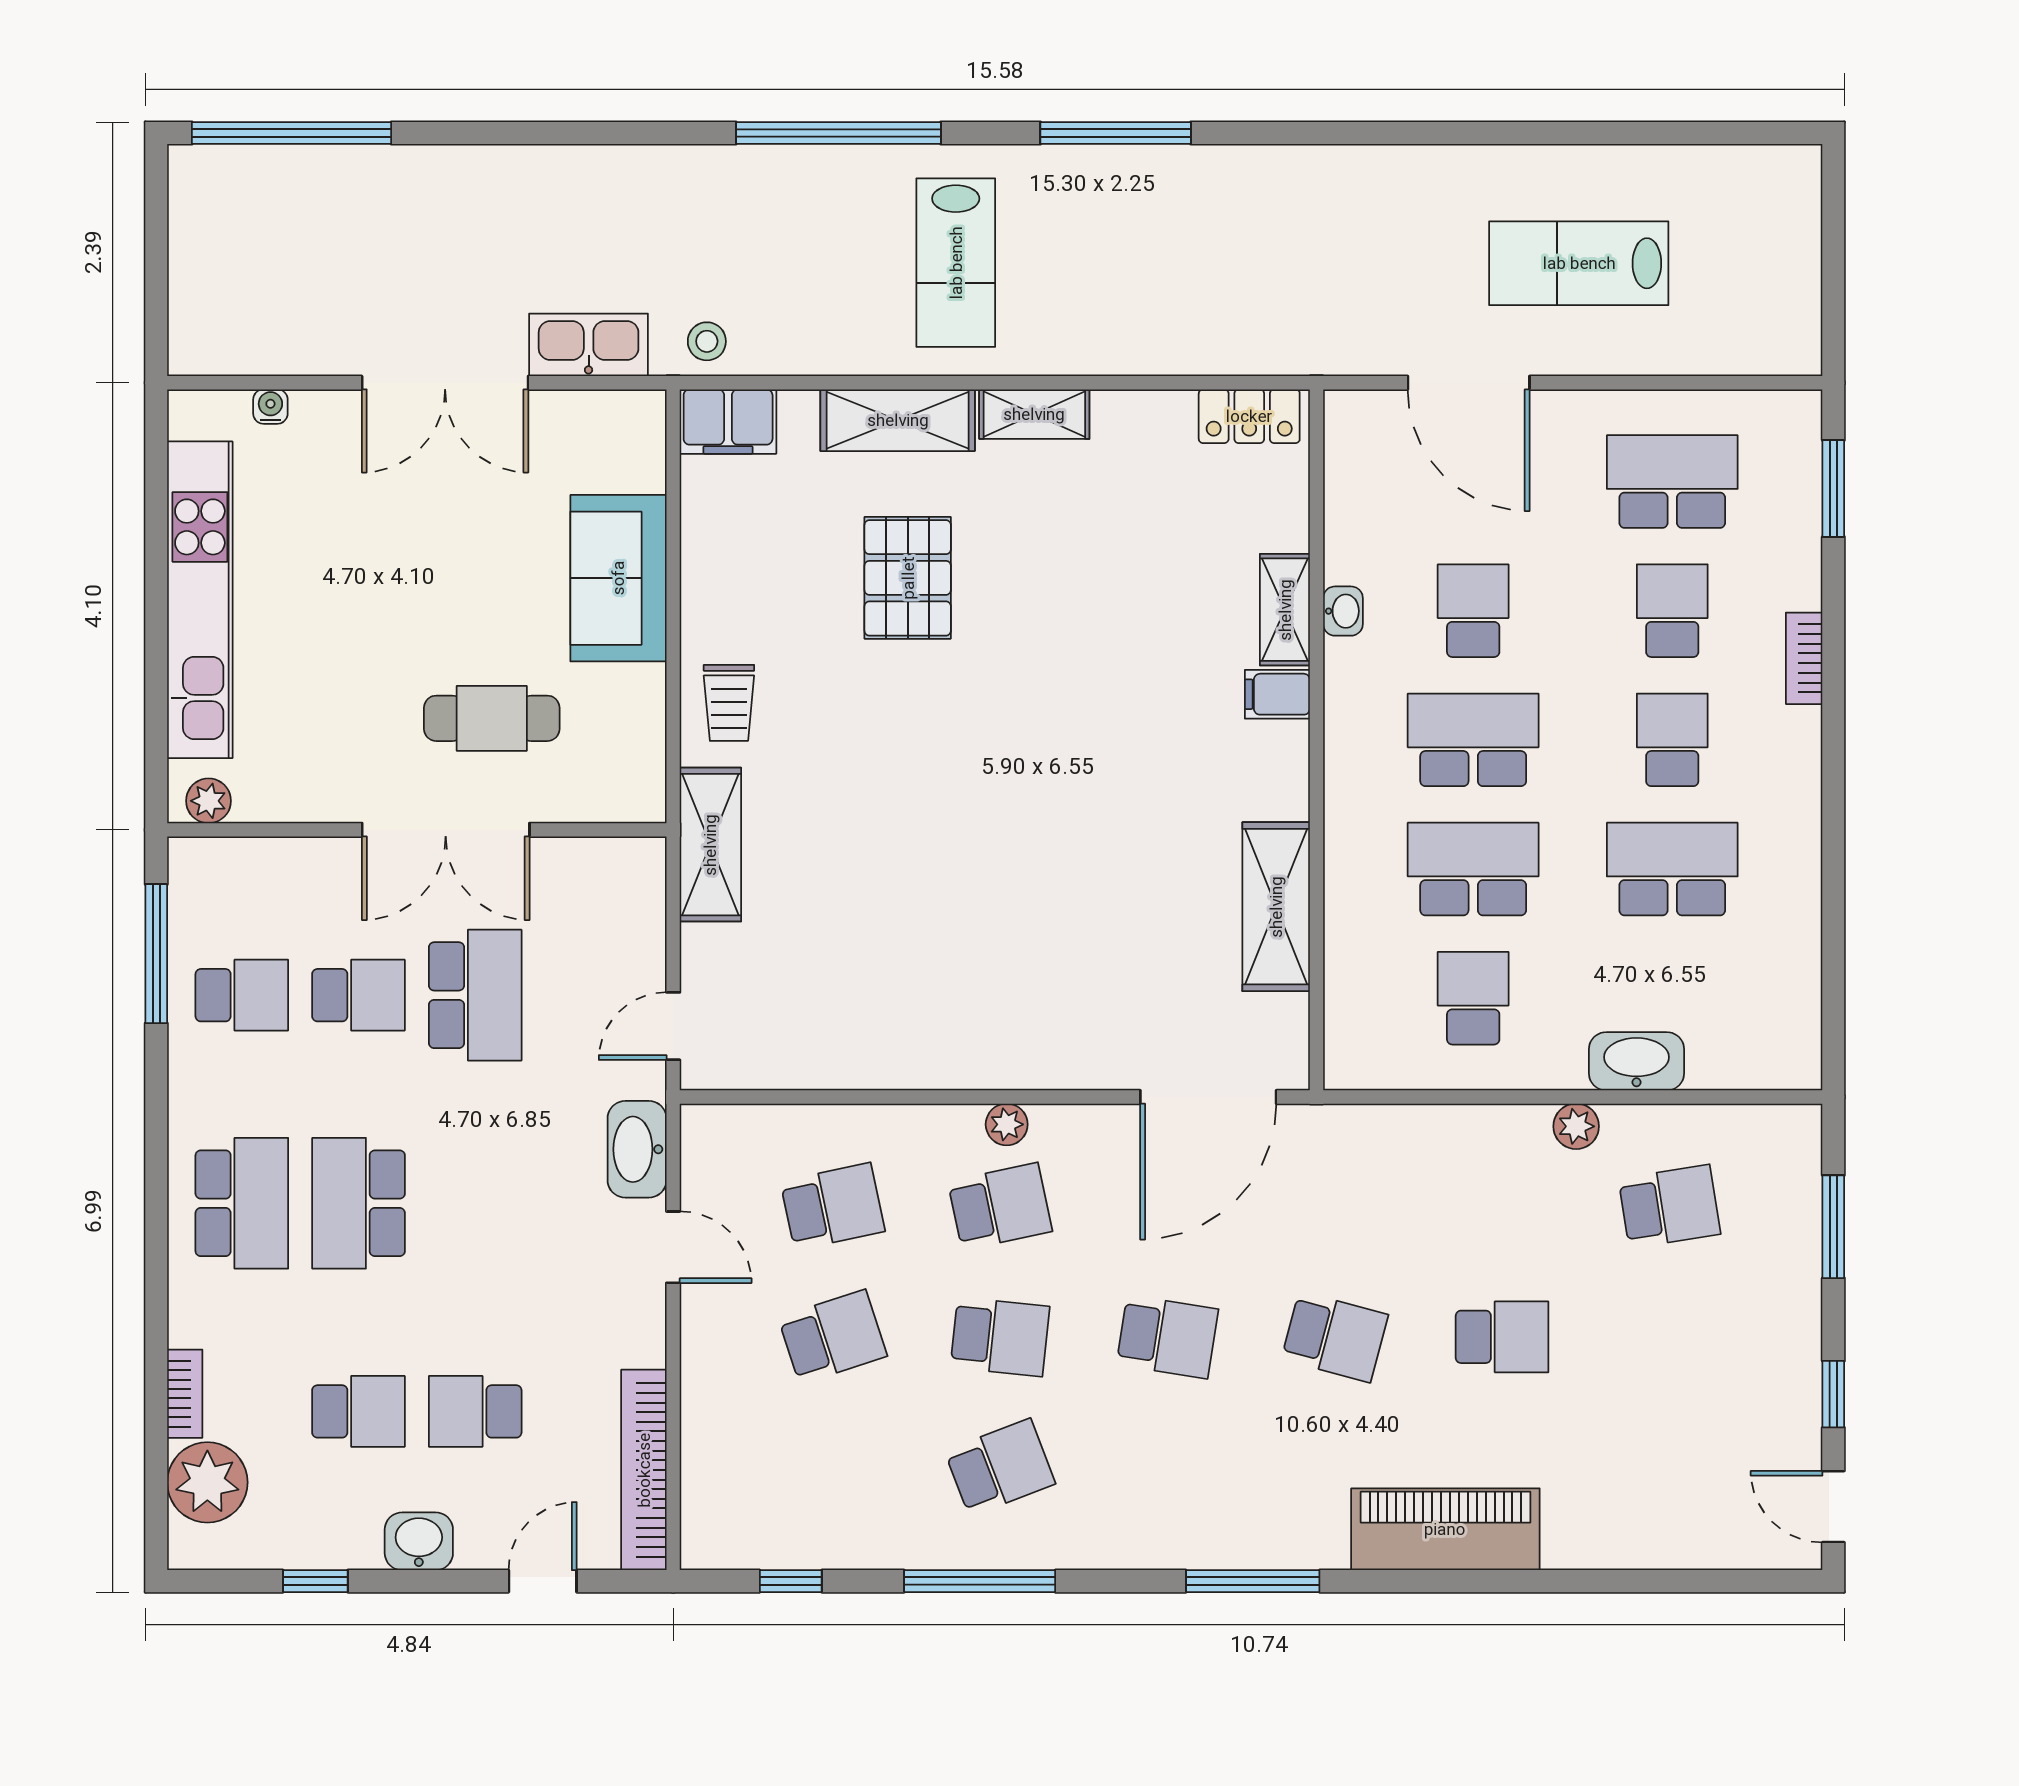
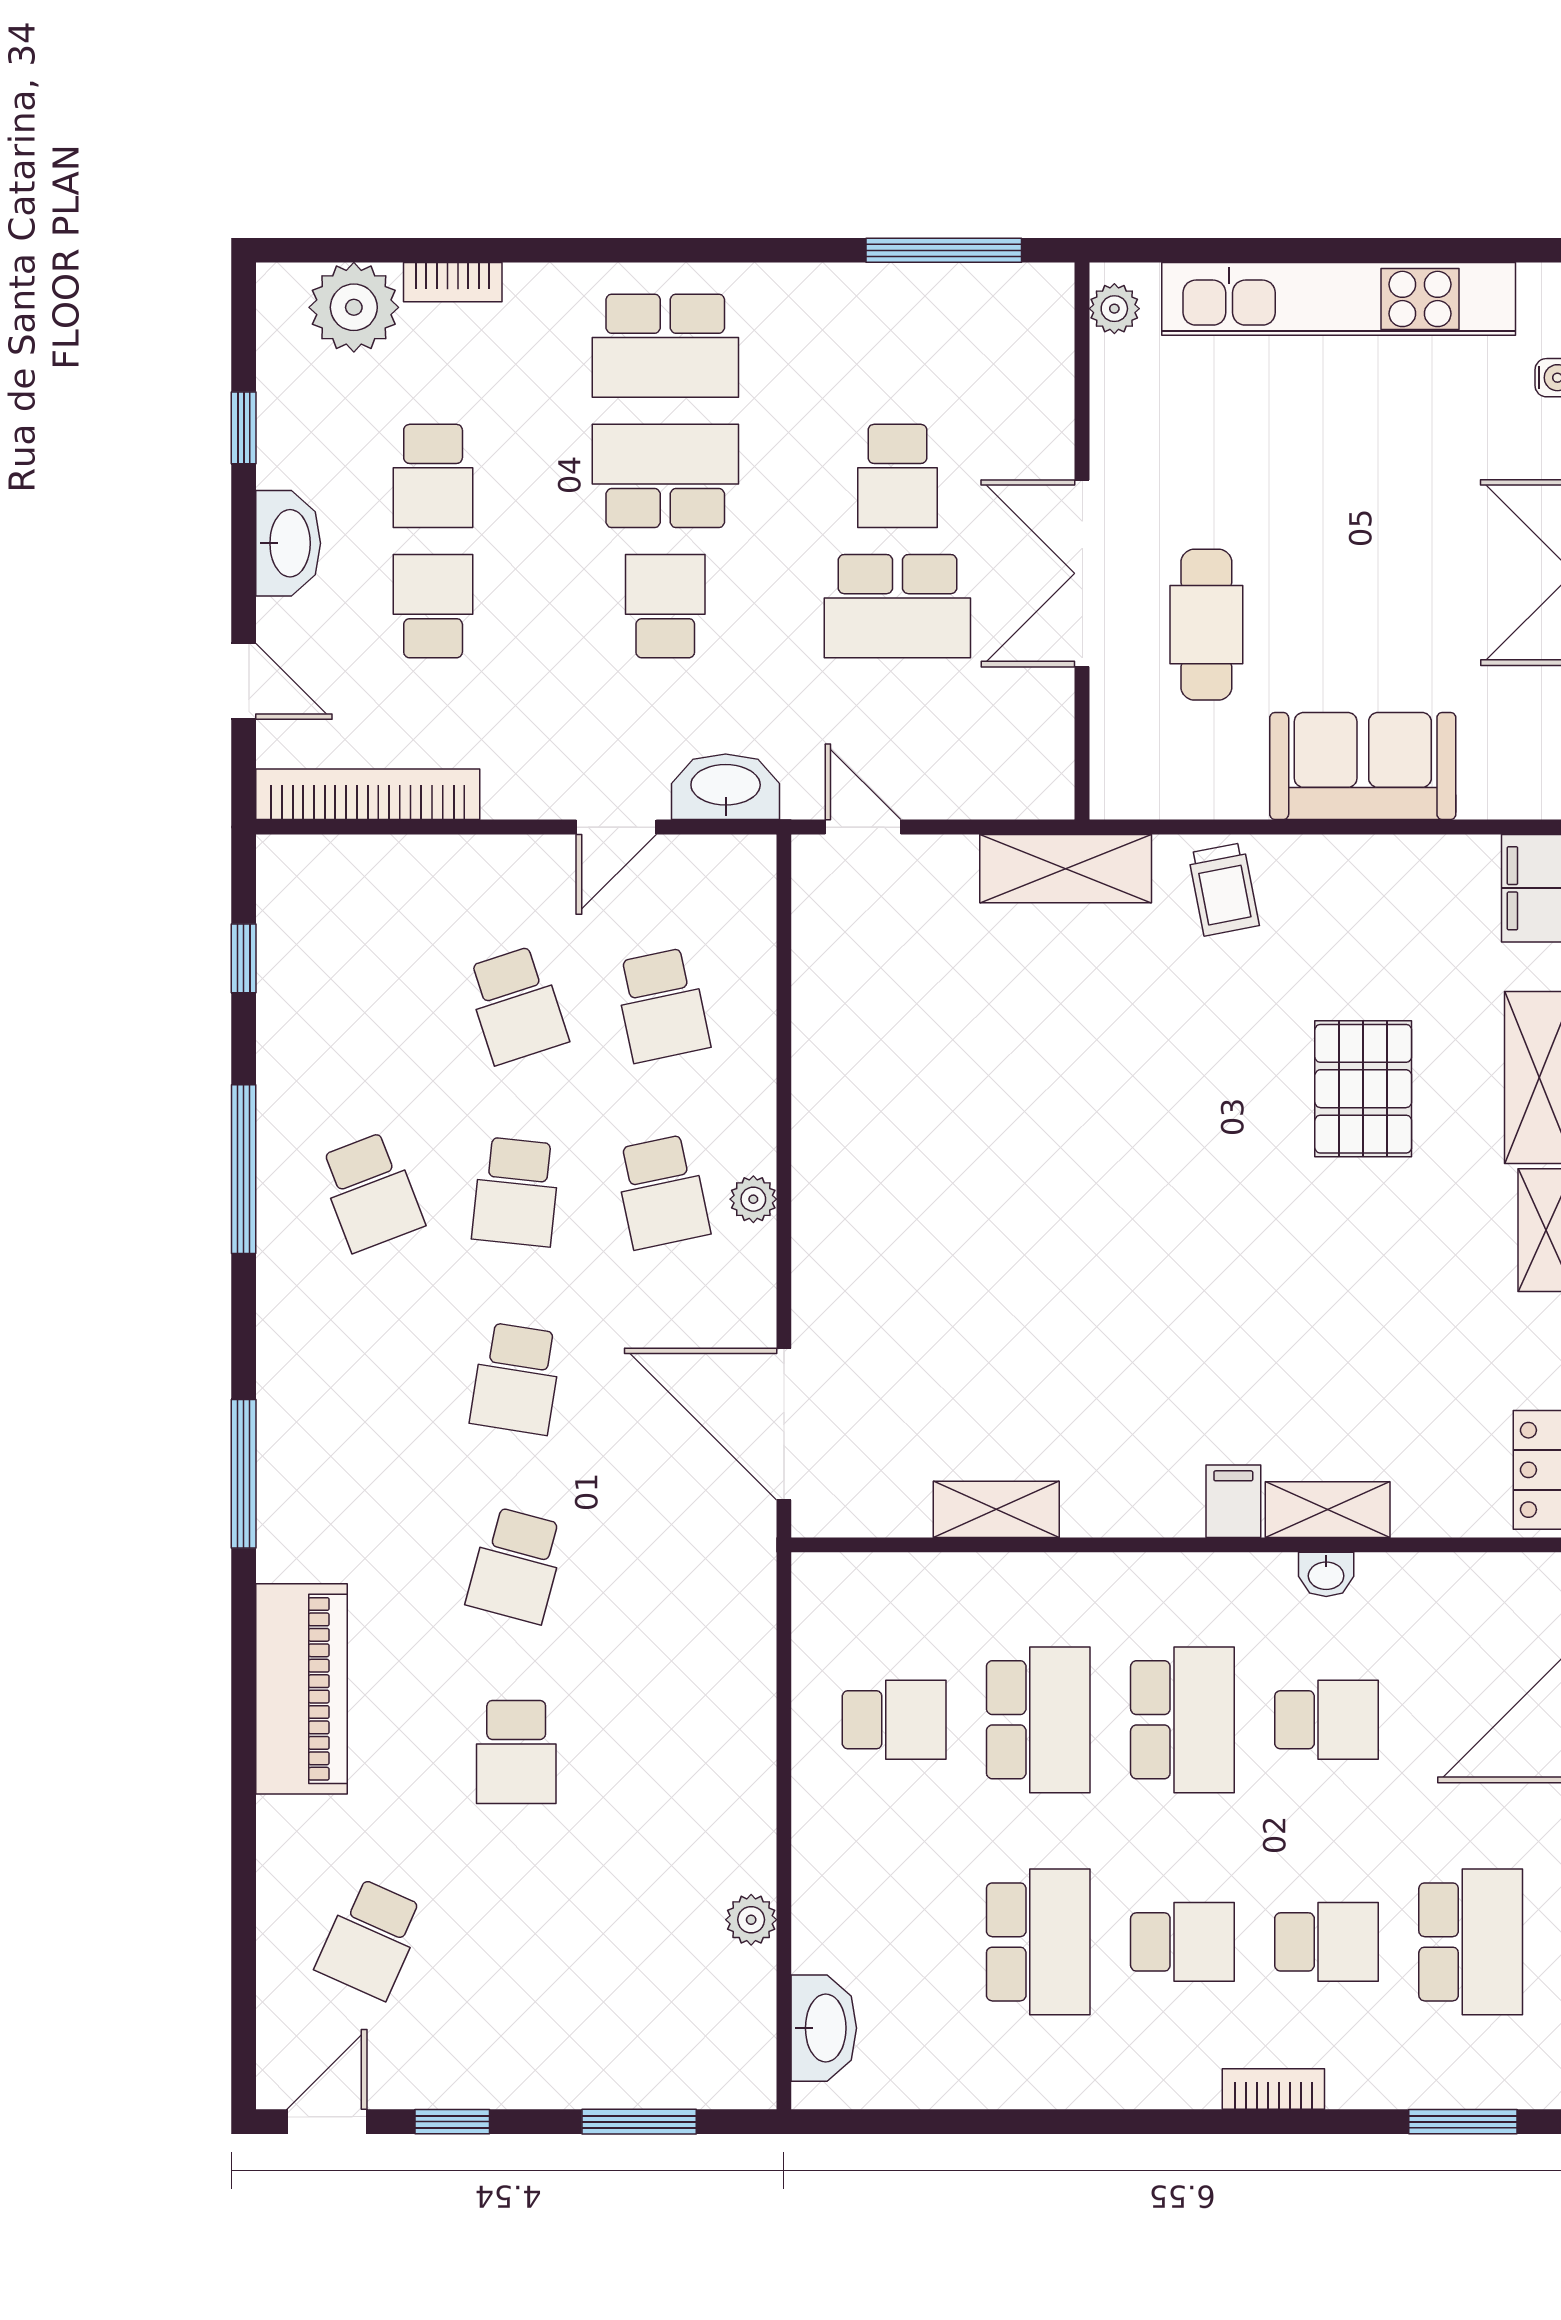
pallet: (908, 578) -> (1363, 1089), turned 90
trolley: (729, 703) -> (1224, 889), turned -101
shelving: (1276, 907) -> (996, 1509), width x0.67, depth x0.75
school desk: (242, 995) -> (665, 606), moved, turned 180
washbasin: (1636, 1061) -> (824, 2028), moved
plant: (1576, 1126) -> (751, 1920), moved
school desk: (1669, 1206) -> (371, 1939), moved, turned 33
washbasin: (419, 1541) -> (288, 543), width x1.38

